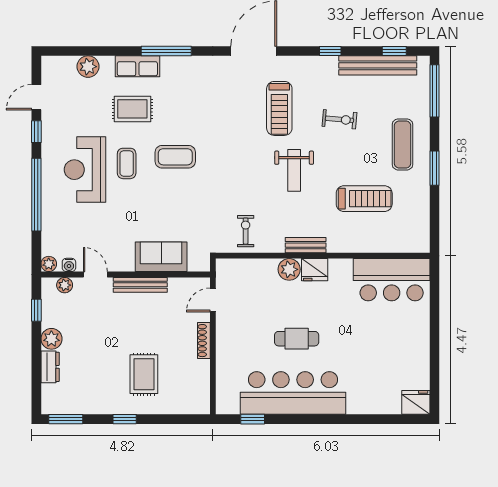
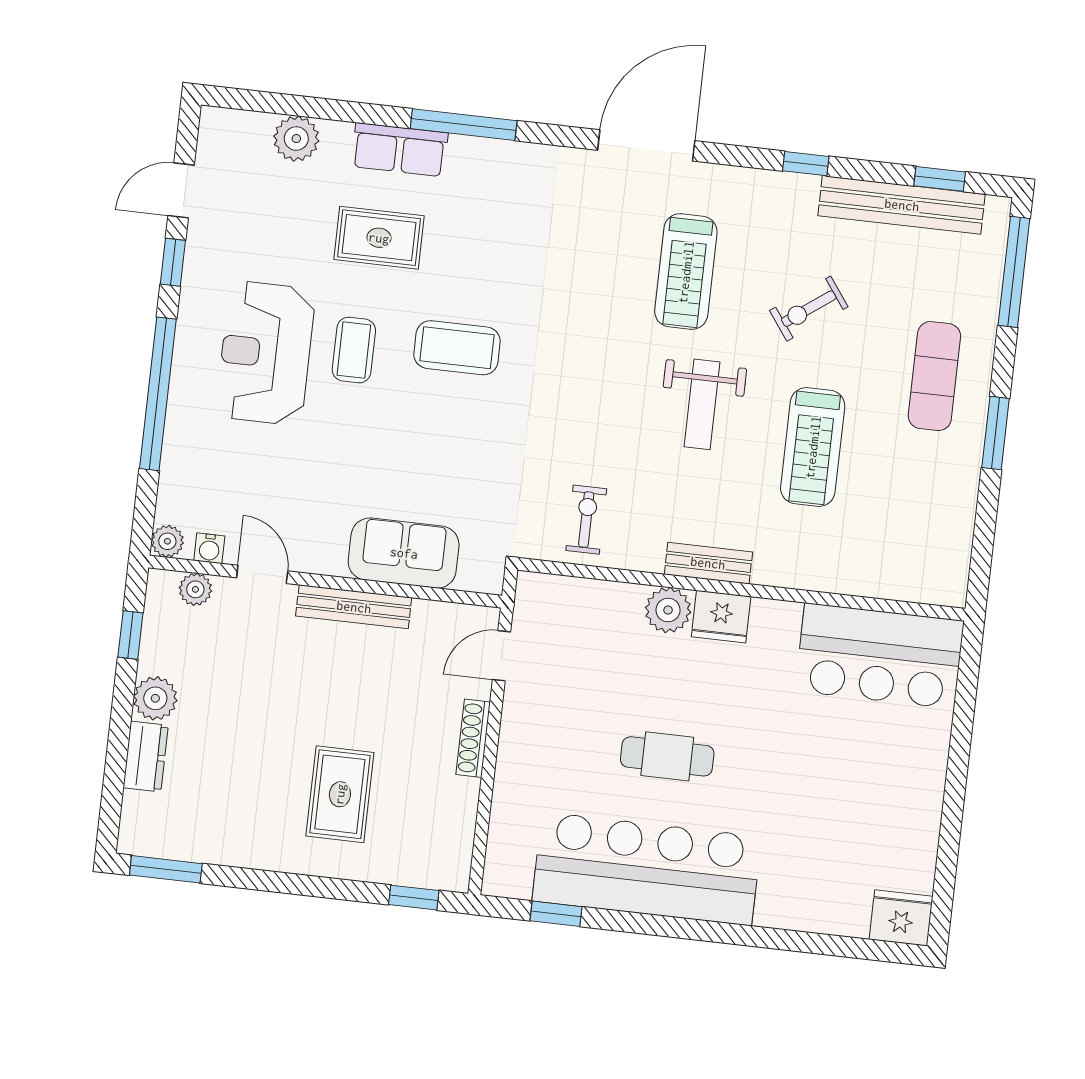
exercise bike: (339, 119) -> (809, 309), turned 139
treadmill: (364, 199) -> (813, 447), moved, turned 90
window: (125, 419) -> (414, 898), moved

